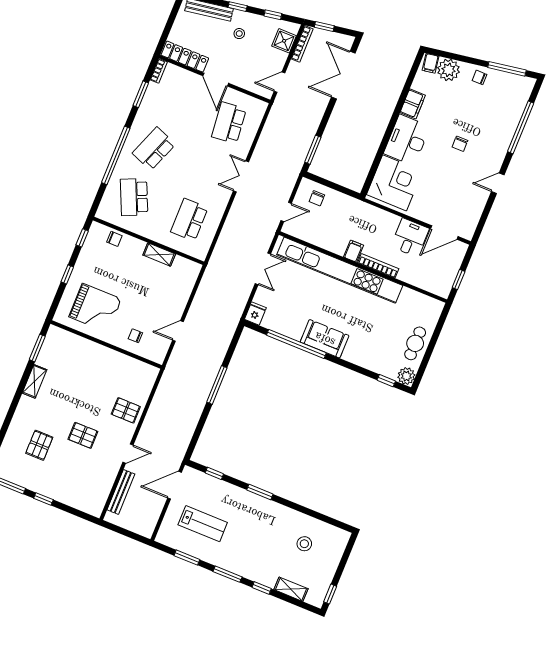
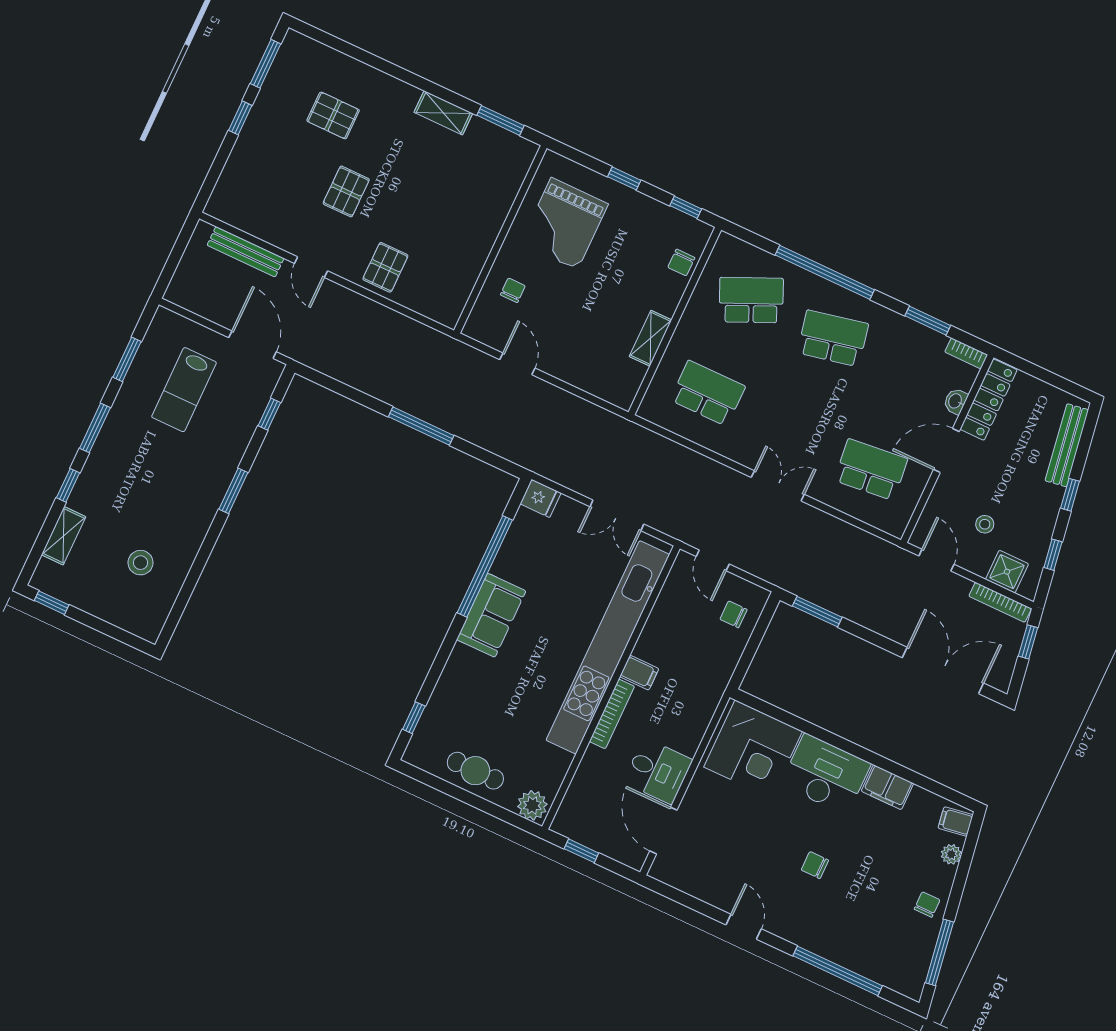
stool: (239, 34) -> (985, 524), moved
plant: (449, 70) -> (951, 854), width x0.53, depth x0.53
washbasin: (187, 76) -> (956, 401), added
school desk: (154, 149) -> (833, 338), turned -33
plant: (406, 376) -> (532, 805), moved

